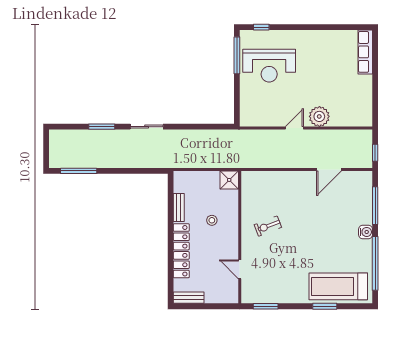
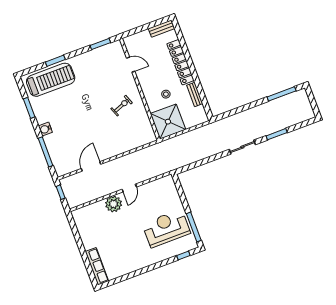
shower: (229, 180) -> (168, 122), width x1.86, depth x1.86
window: (375, 263) -> (29, 108), width x0.47

